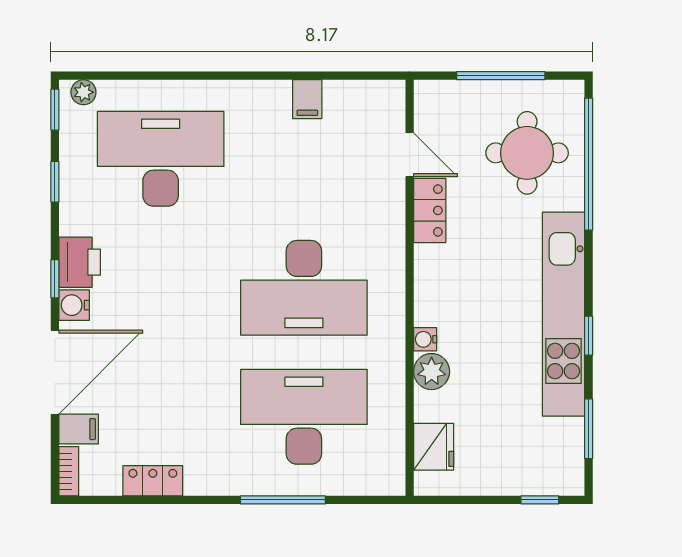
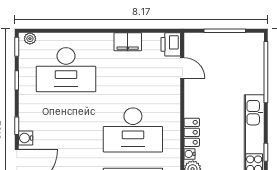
filing cabinet: (307, 99) -> (128, 42), width x2.00
round table: (527, 153) -> (237, 67), removed
desk: (161, 159) -> (66, 70), turned 180
locker: (430, 210) -> (192, 132), moved
printer: (80, 262) -> (171, 44), moved, turned 180

